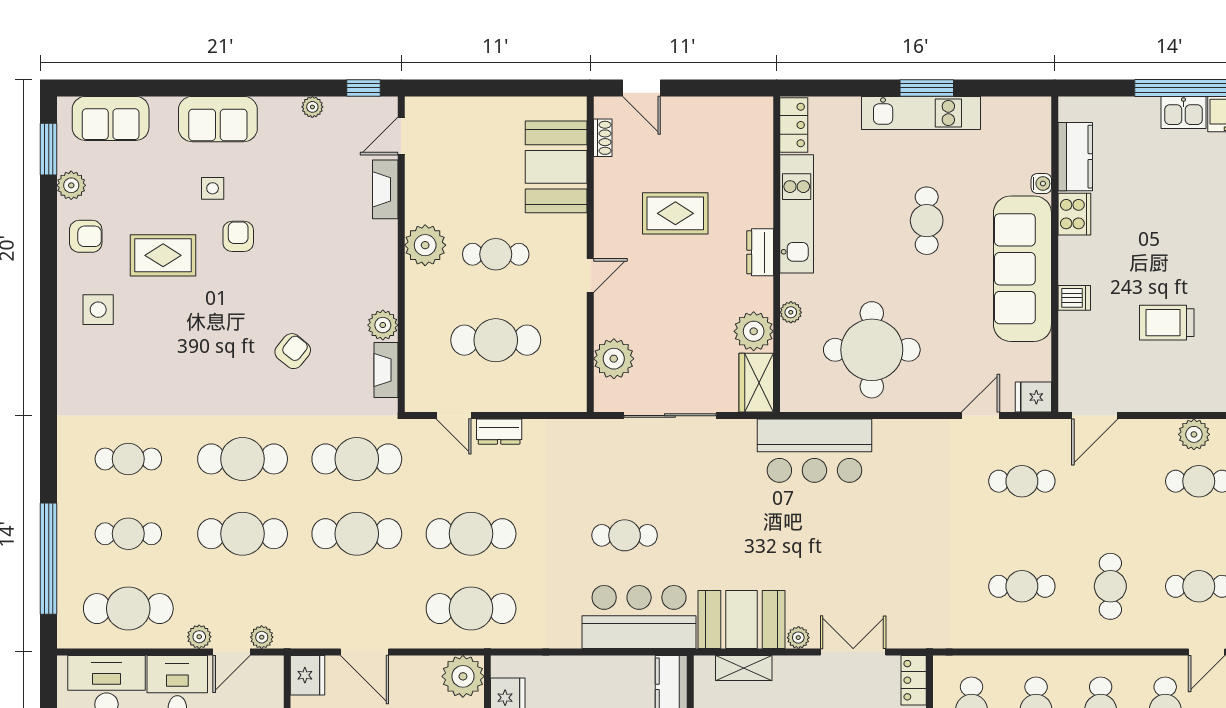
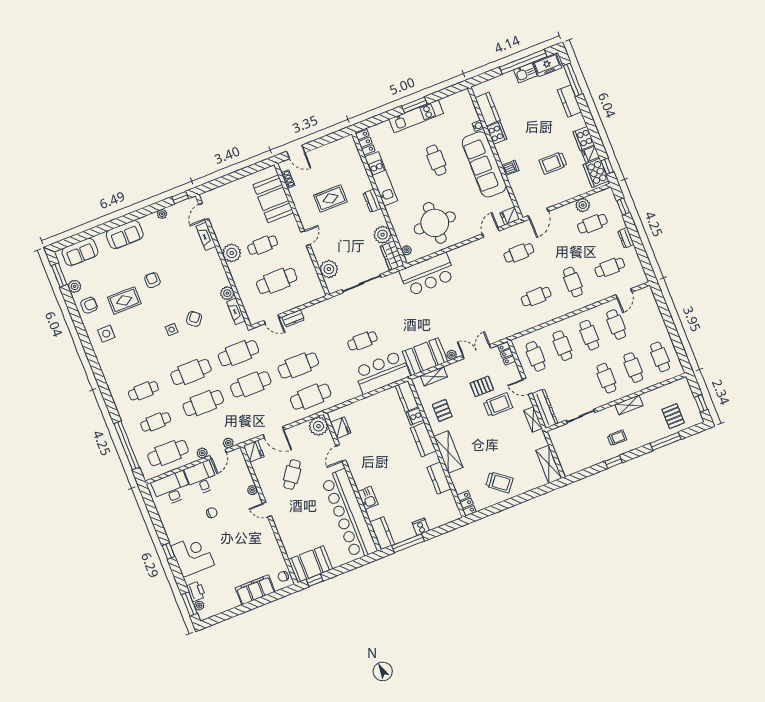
side table: (213, 188) -> (172, 330), moved
plant: (791, 312) -> (407, 250), moved

